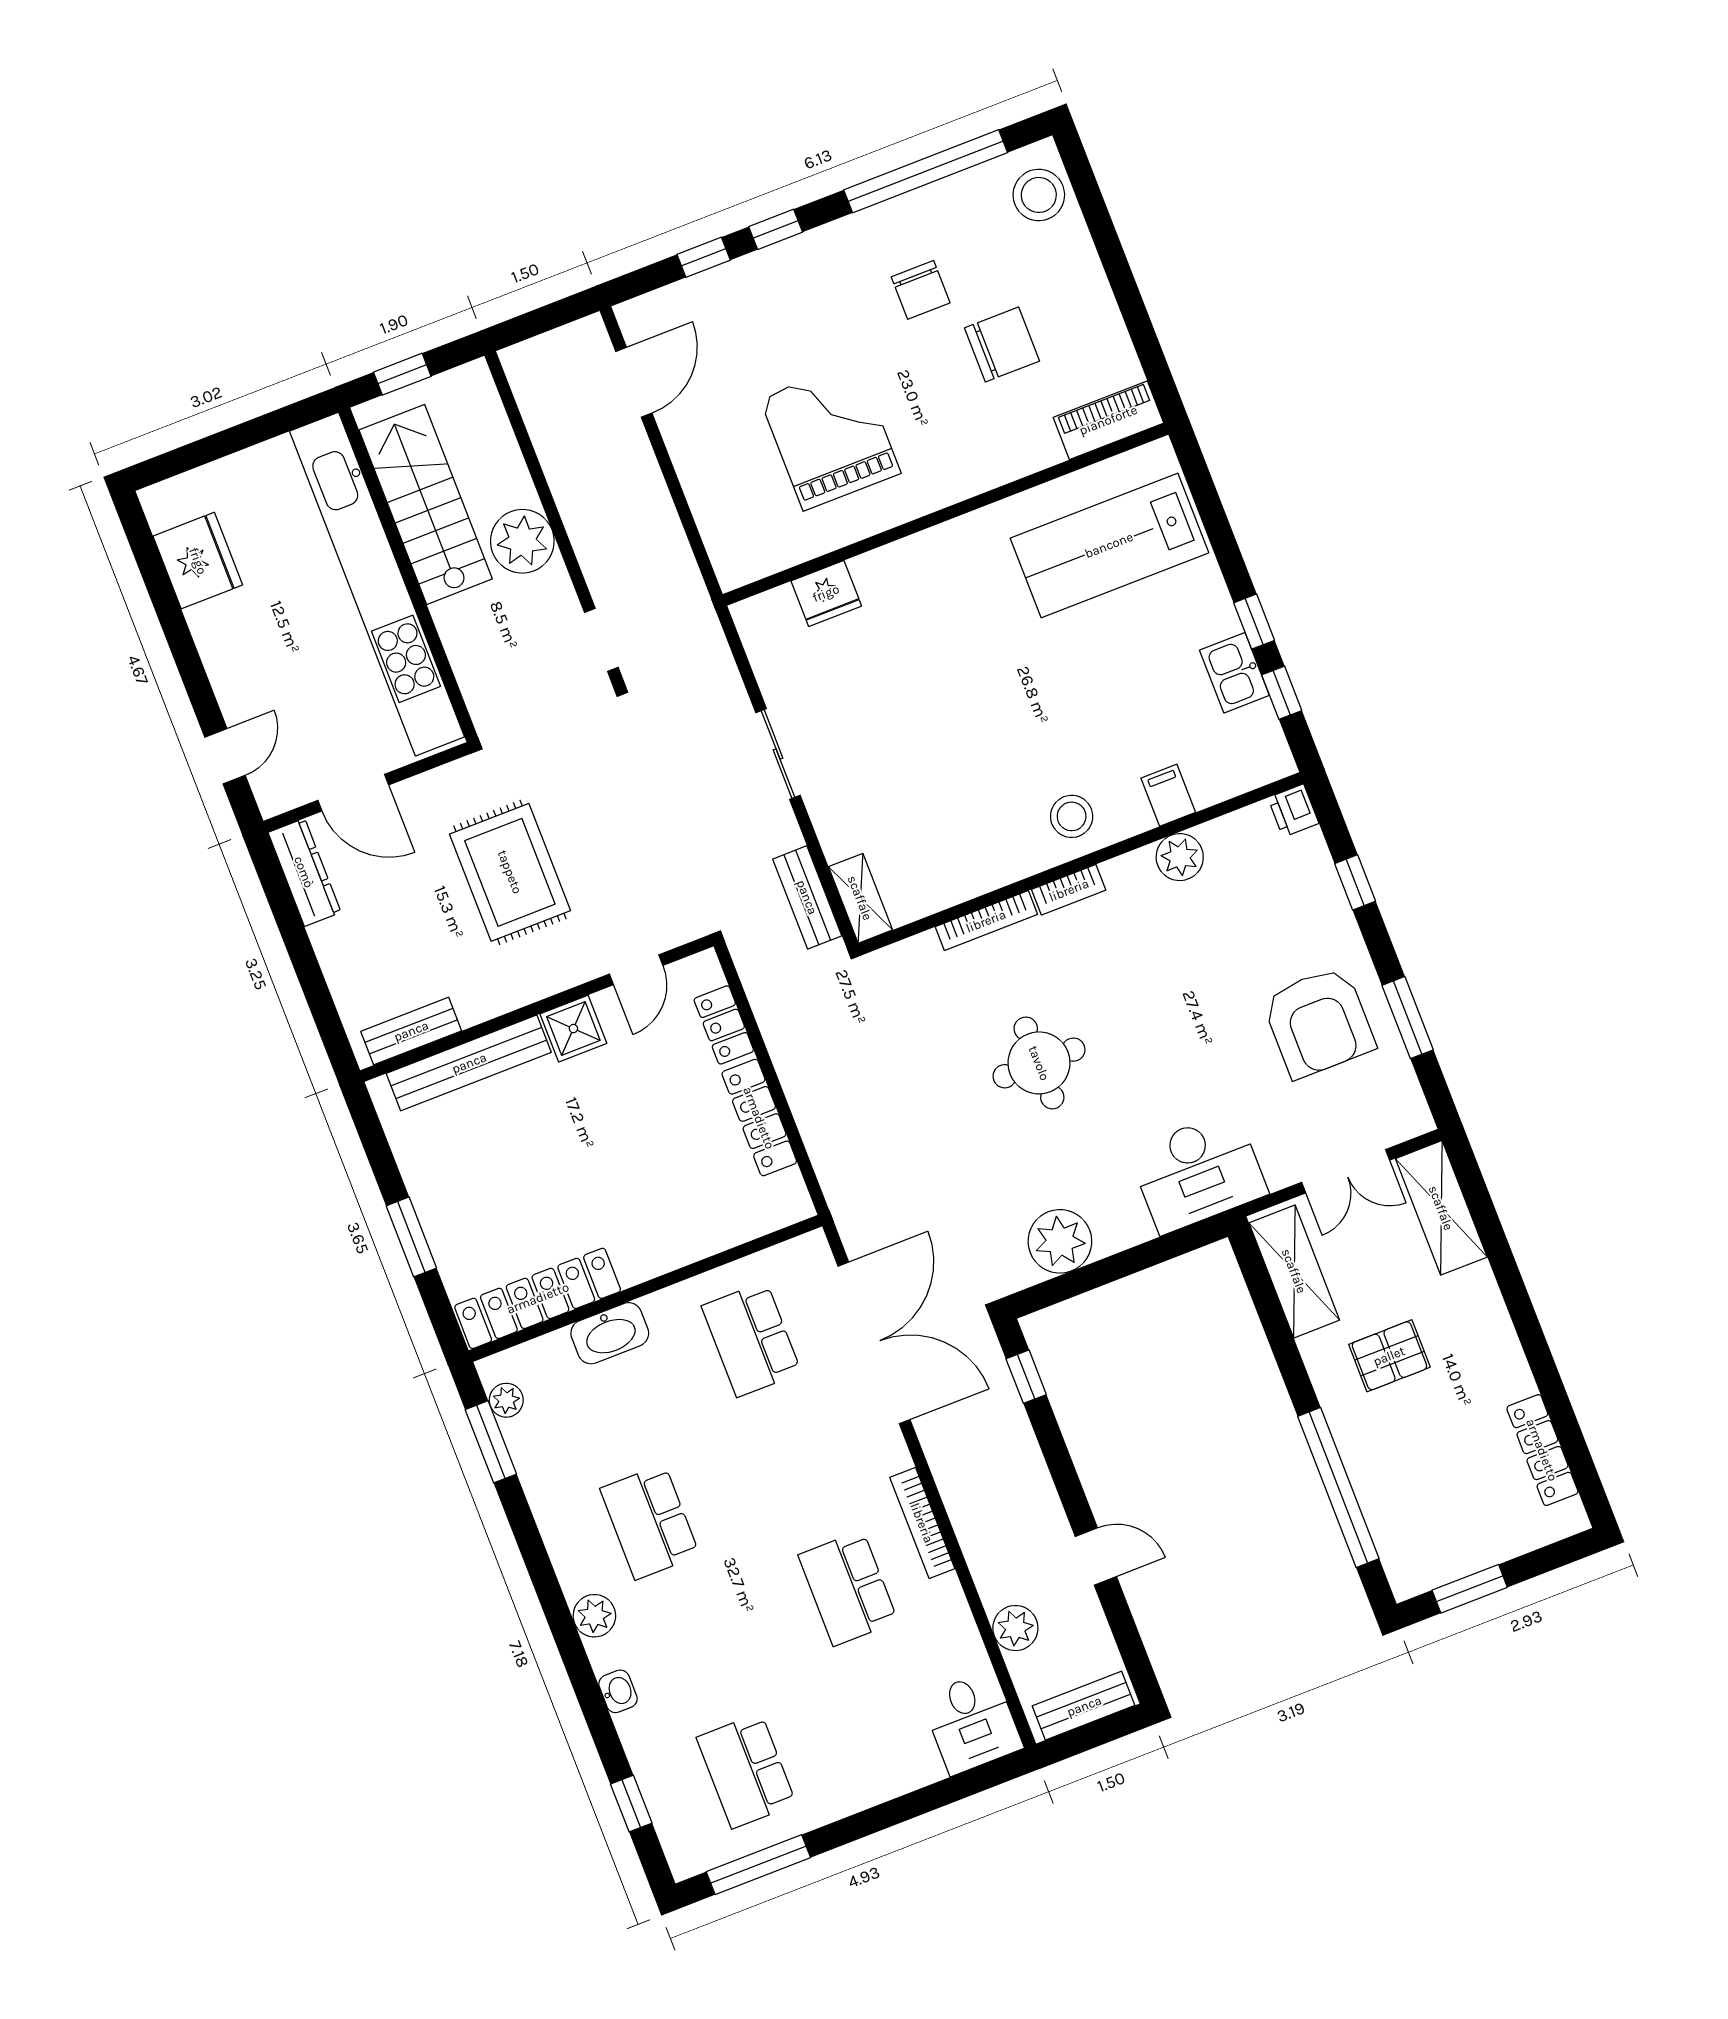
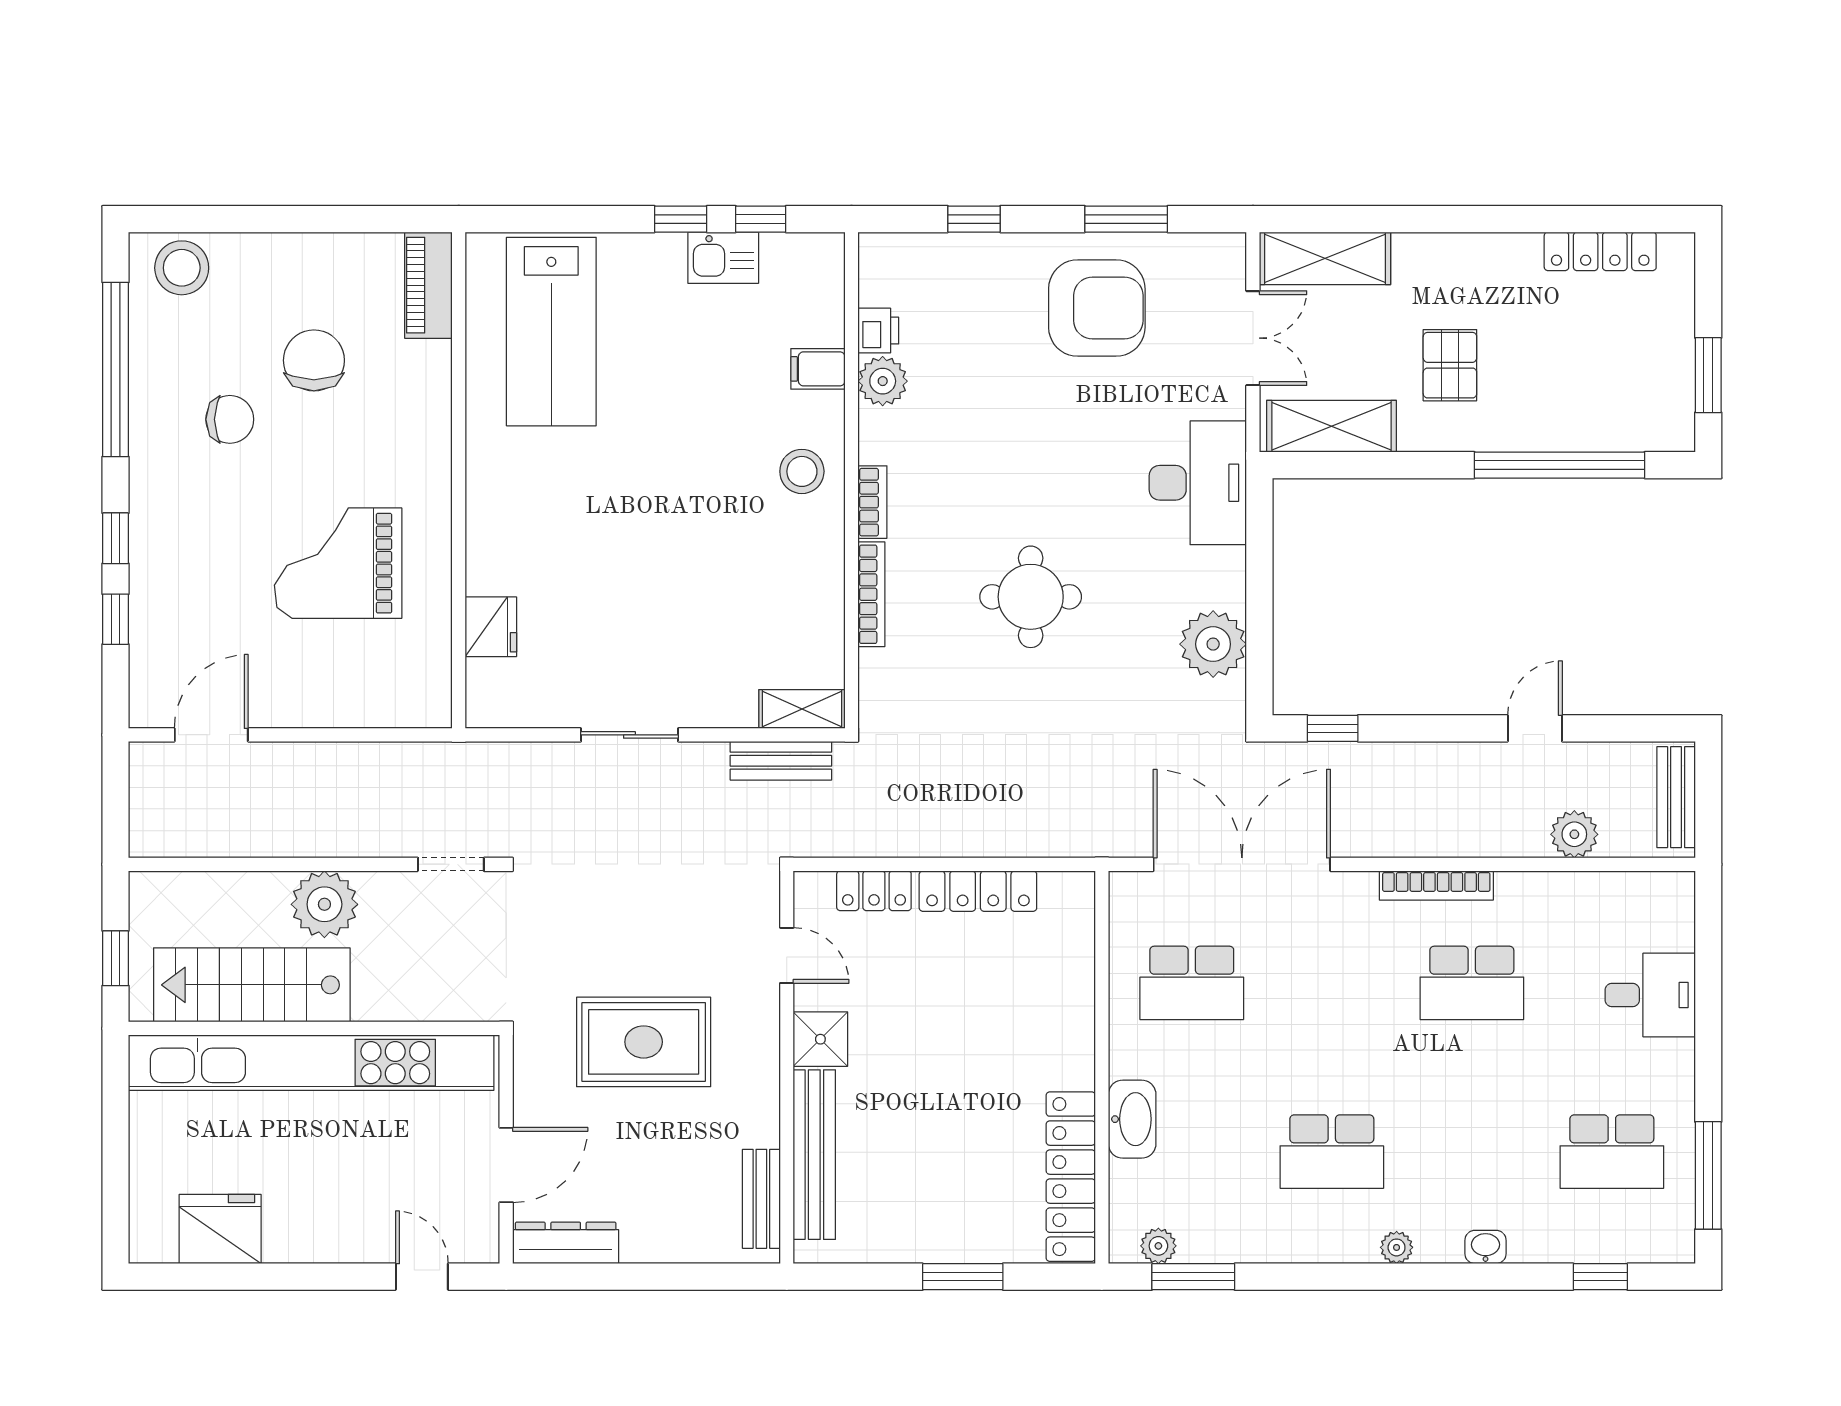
door: (634, 382) -> (211, 735), hinge flipped
printer: (1293, 811) -> (878, 331), moved, turned -90
plant: (594, 1616) -> (1397, 1247), width x0.73, depth x0.73
desk: (972, 1722) -> (1650, 995), moved

